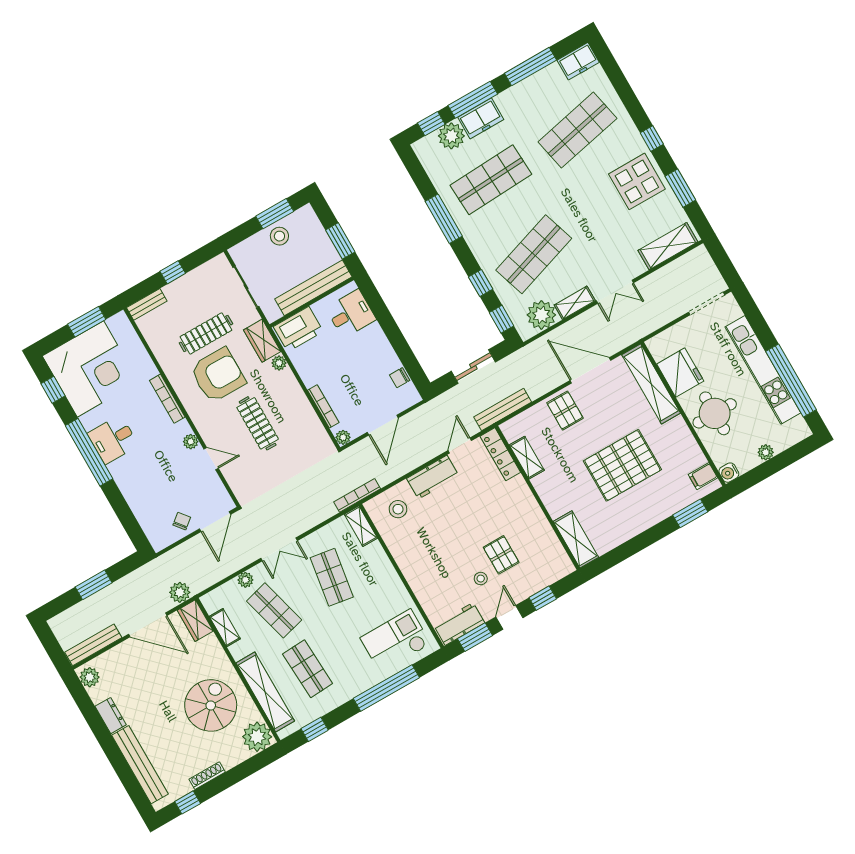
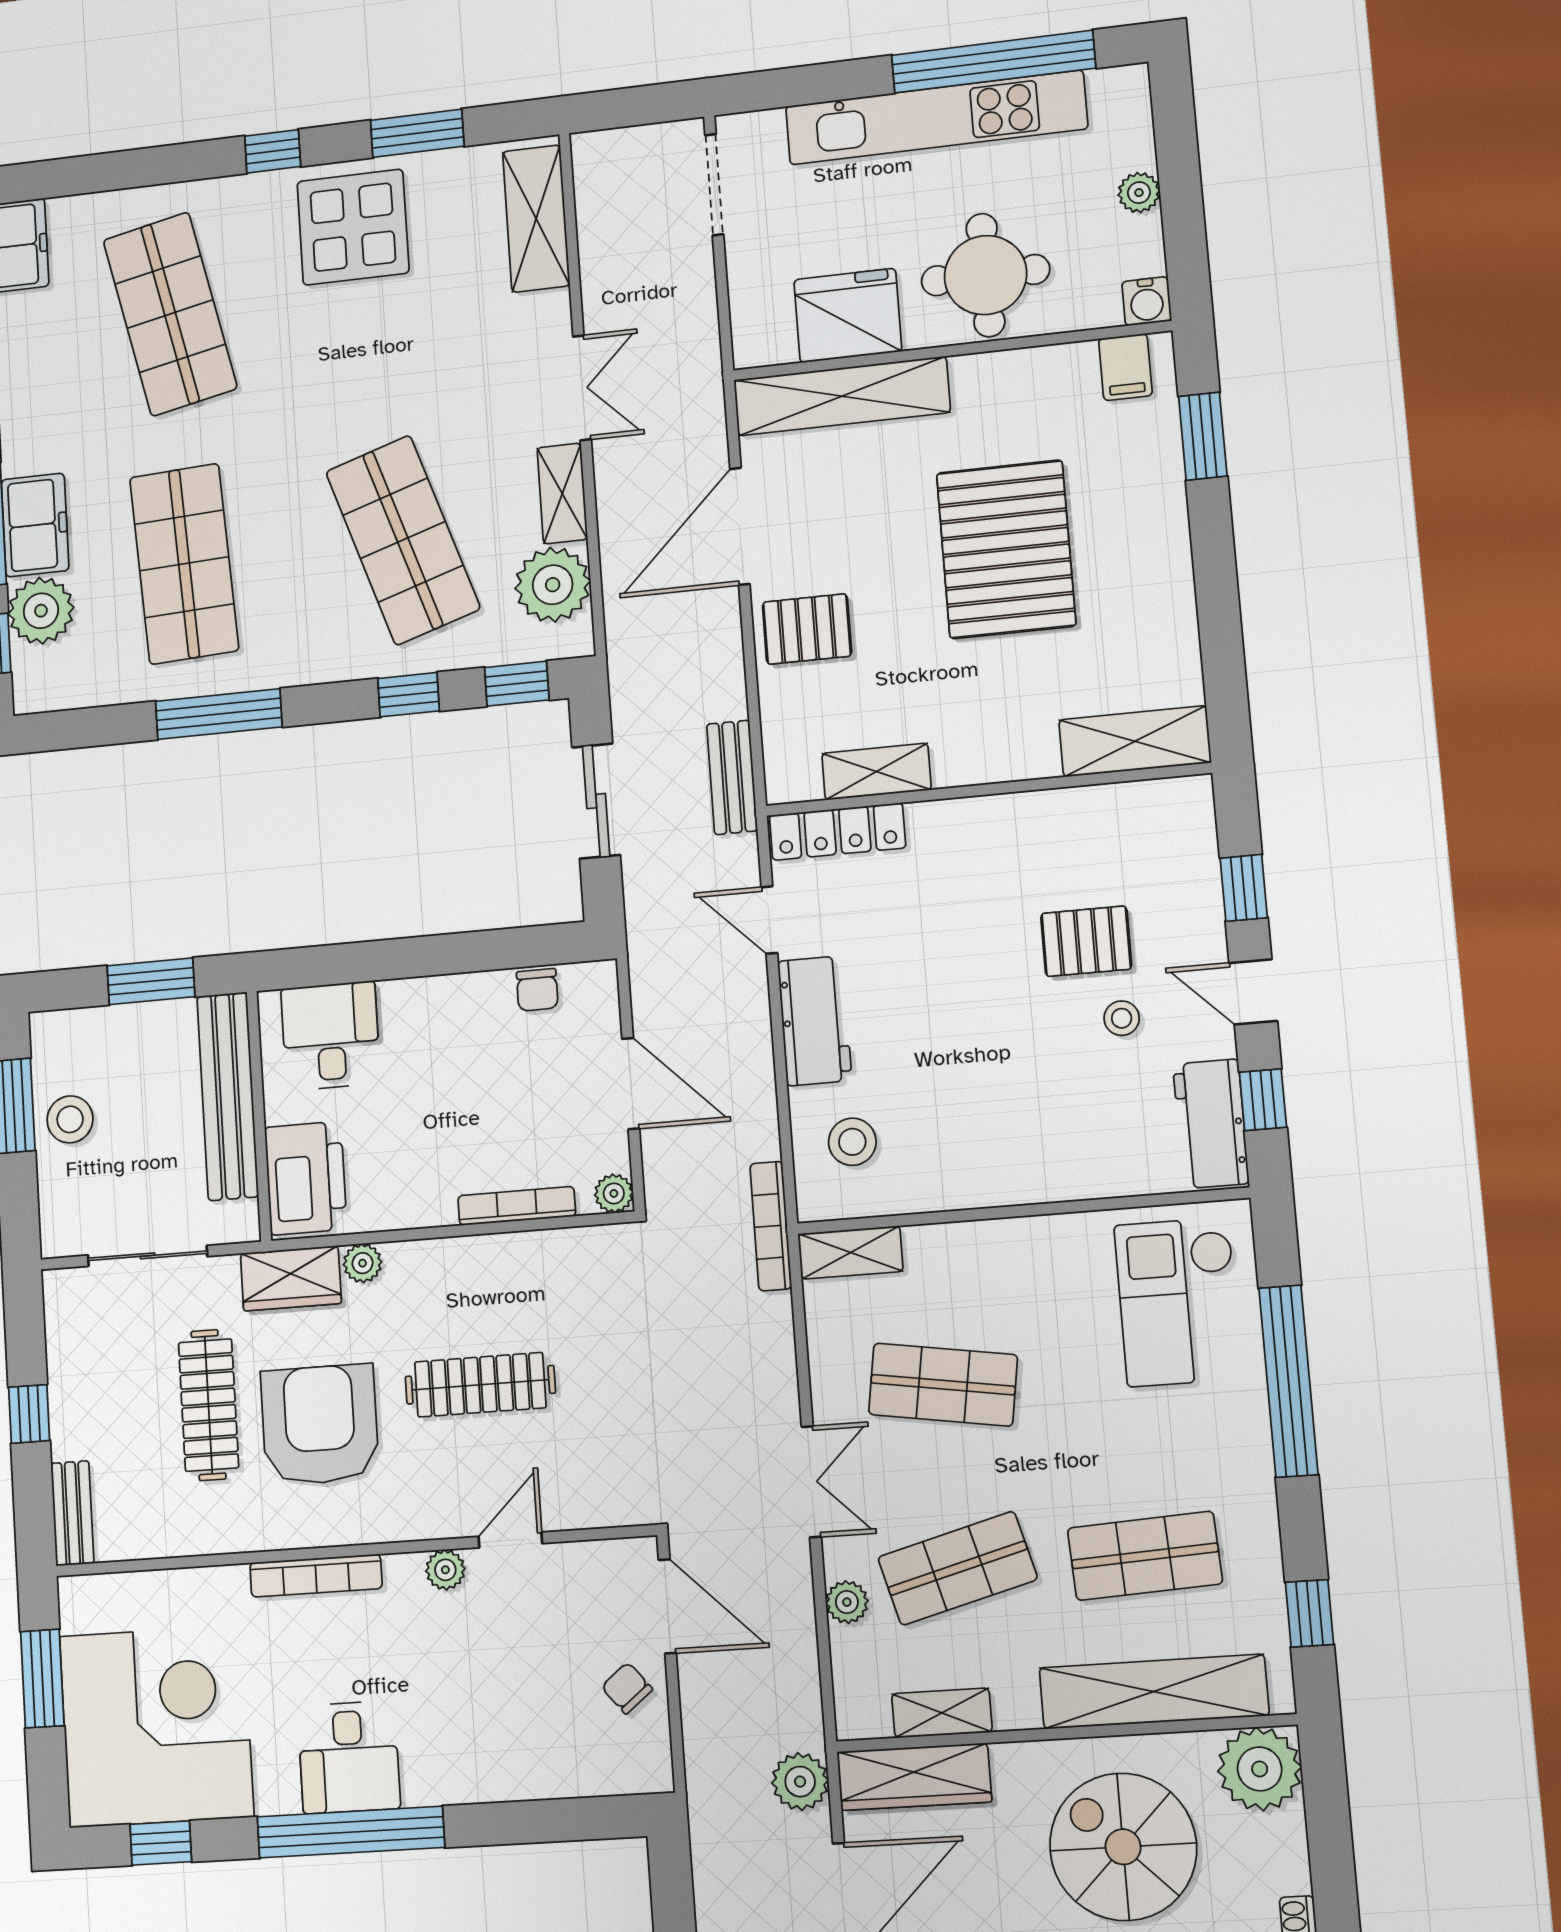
bench: (503, 409) -> (732, 777), width x0.73
wardrobe: (195, 621) -> (914, 1777), width x1.50
window: (475, 637) -> (1263, 1100), width x0.67

